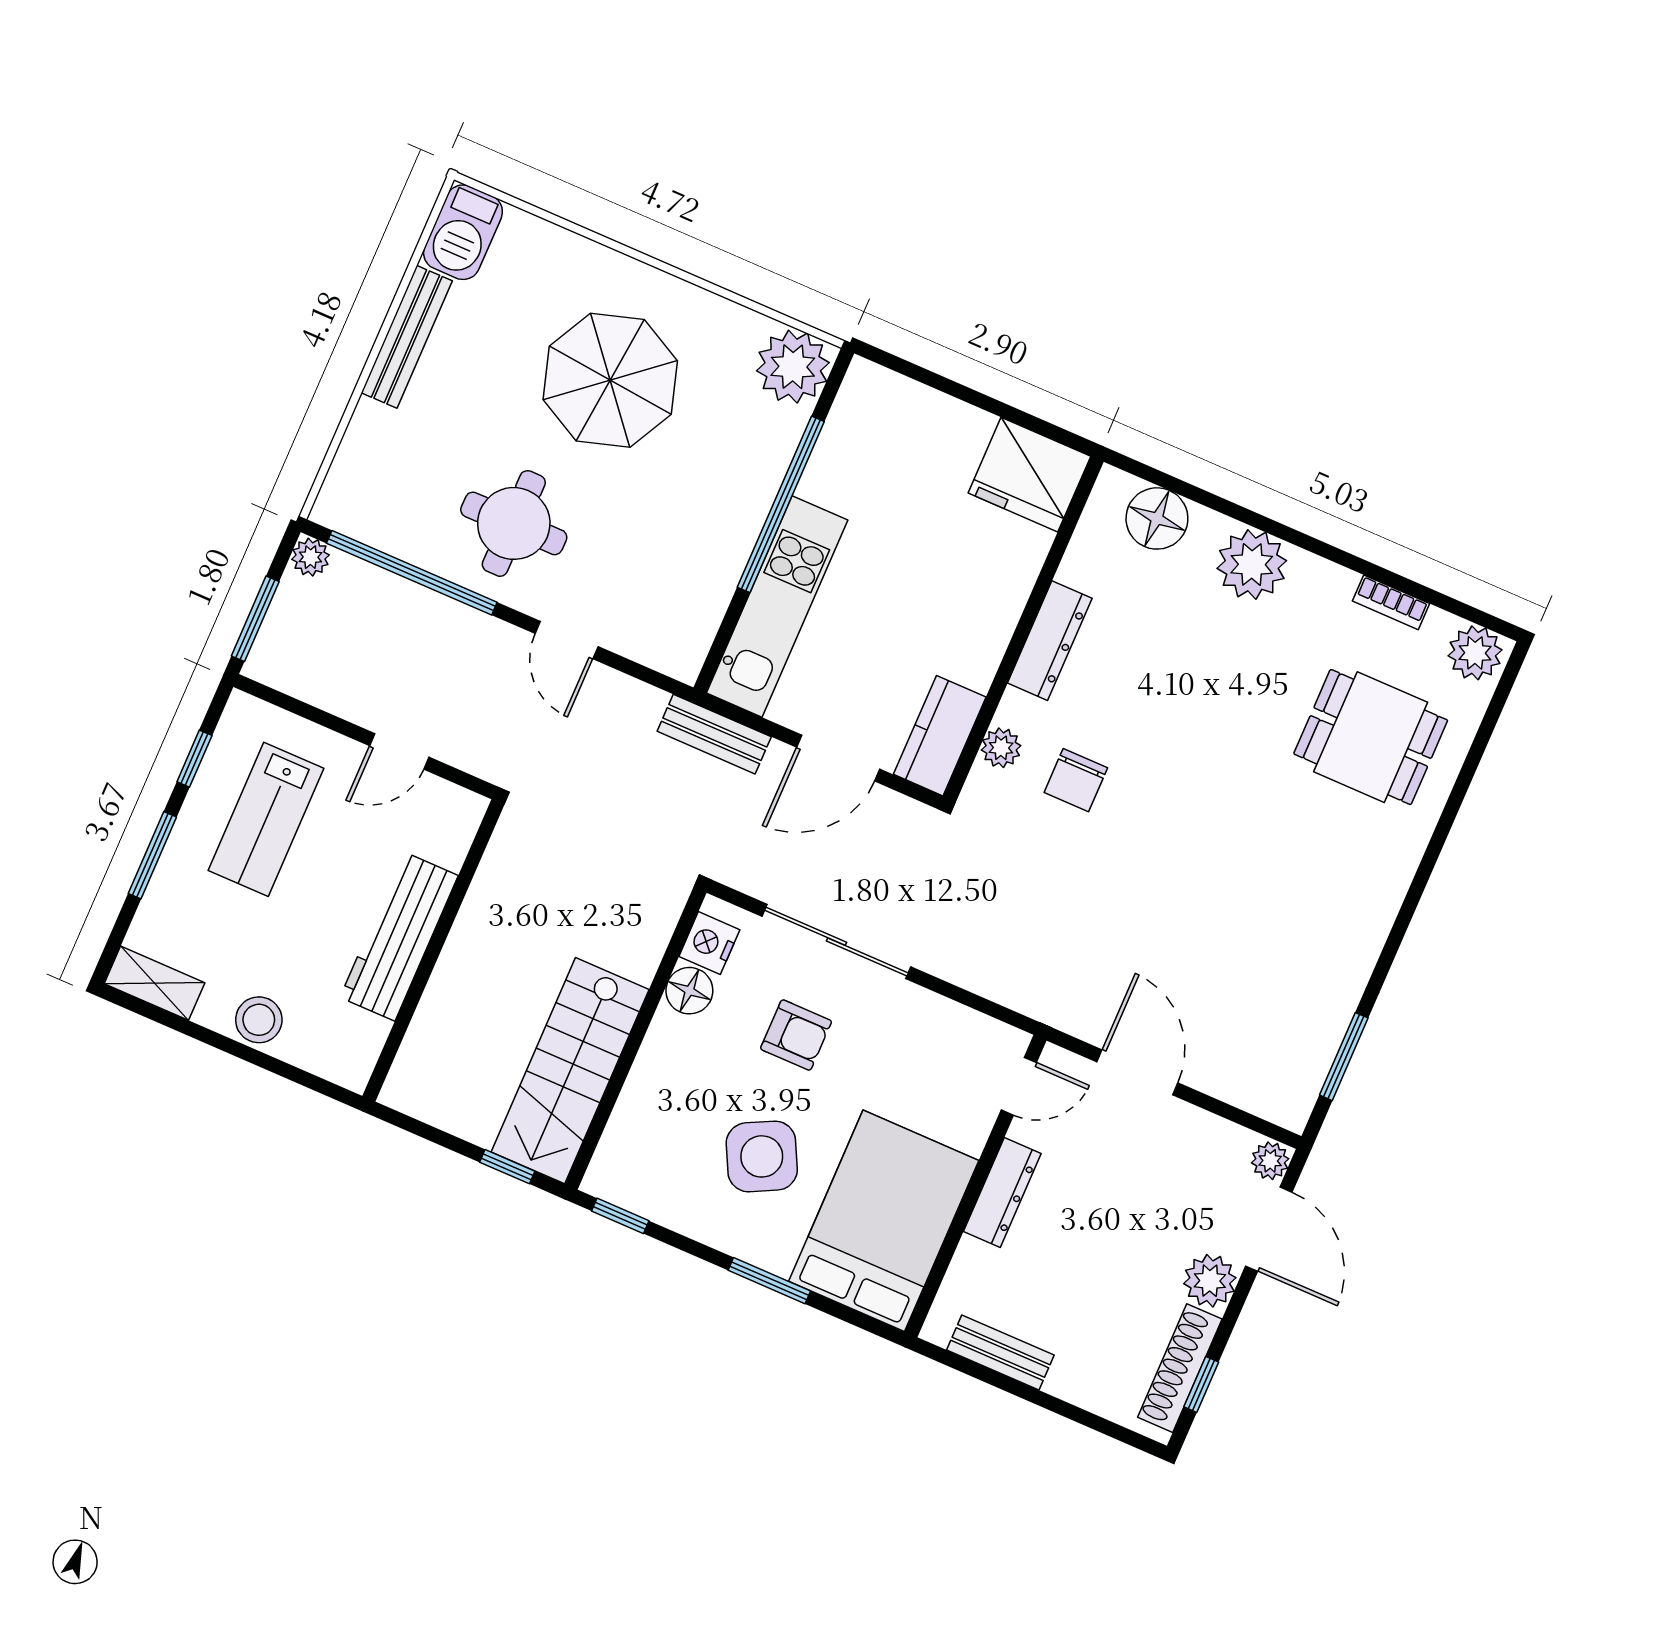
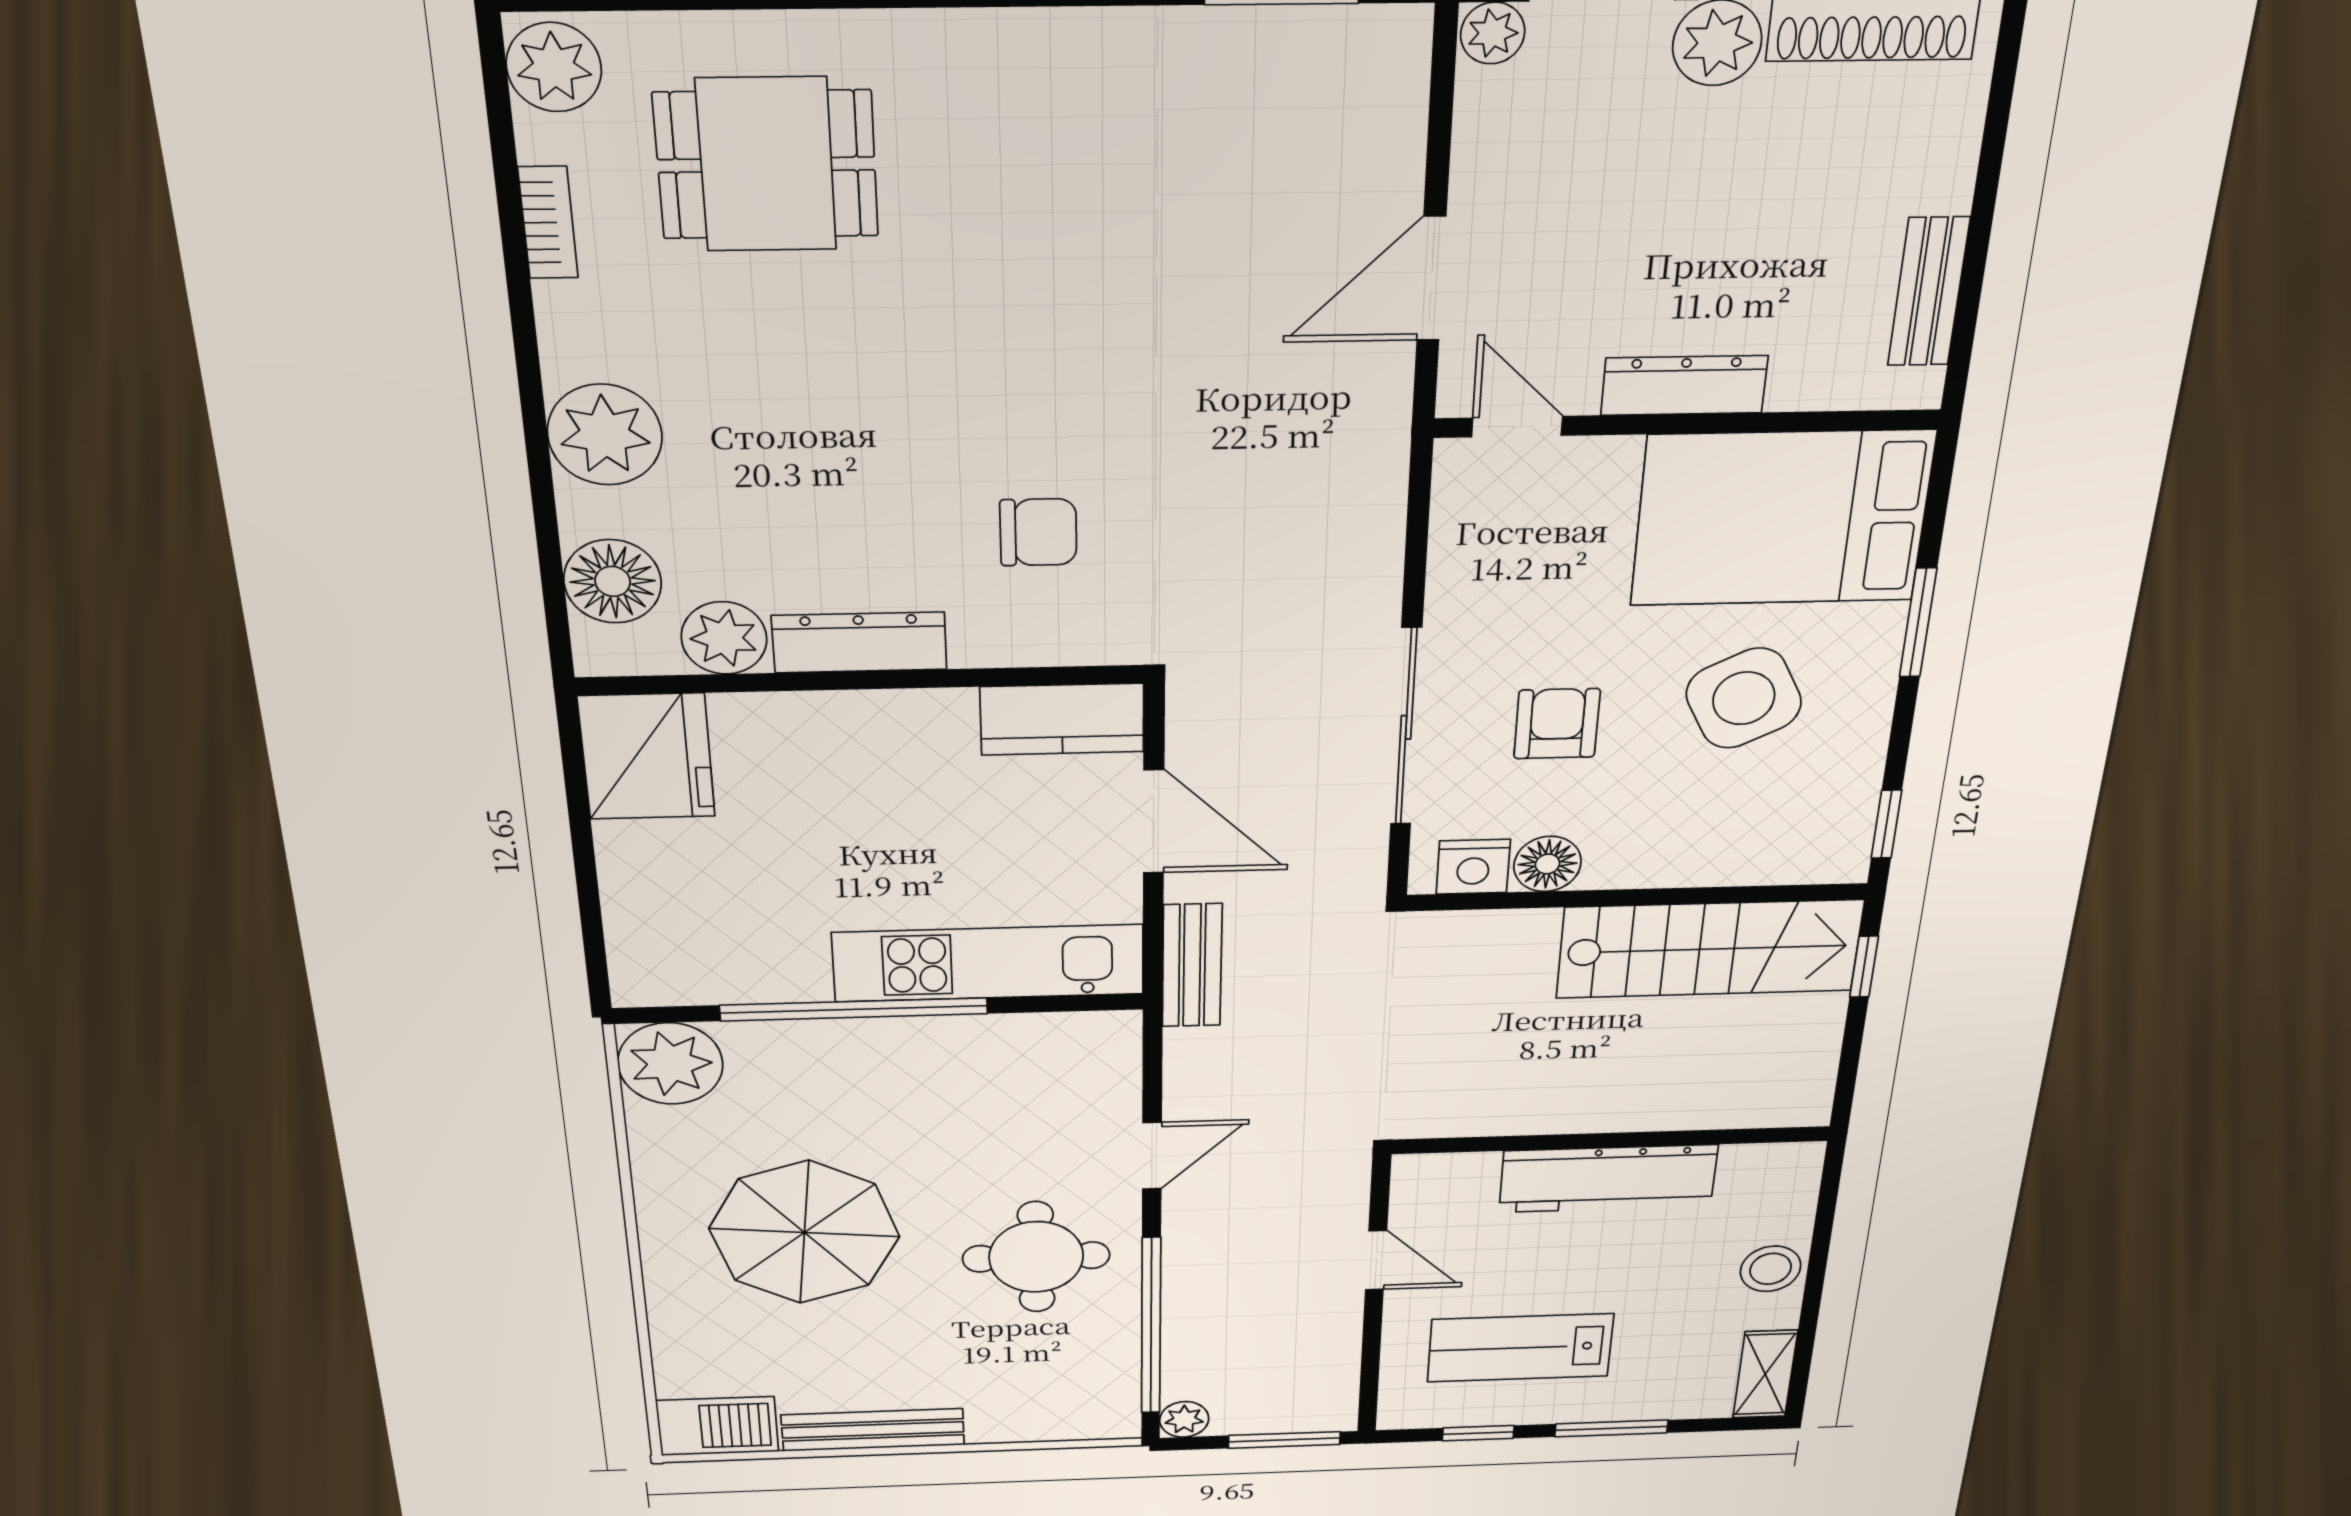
dining table: (1371, 737) -> (766, 165), turned 90
plant: (1001, 748) -> (724, 638), moved, width x1.38, depth x1.38
lab bench: (266, 819) -> (1520, 1348), turned 180

